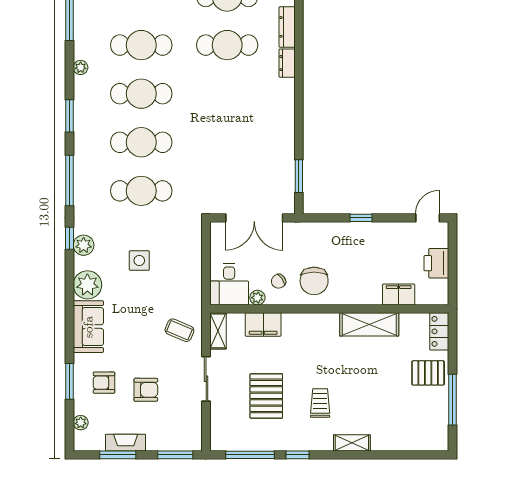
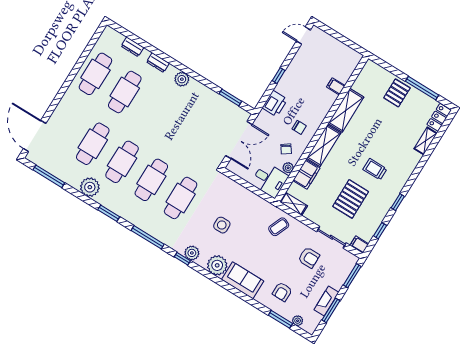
dresser: (287, 27) -> (132, 47), width x0.70
plant: (81, 67) -> (90, 187), width x1.88, depth x1.88
plant: (285, 104) -> (182, 79), added
door: (428, 218) -> (303, 36), hinge flipped
printer: (436, 263) -> (275, 104), moved, turned -90
chair: (314, 281) -> (299, 127), width x0.54, depth x0.54
filing cabinet: (399, 294) -> (336, 86), width x0.50
shelving: (310, 324) -> (324, 146), added
locker: (439, 331) -> (439, 117), moved, turned 90
sliding door: (206, 379) -> (331, 237), moved
window: (69, 381) -> (280, 319), moved
armchair: (146, 390) -> (309, 258), moved, turned 90
pallet: (266, 396) -> (351, 199), turned 90
filing cabinet: (218, 440) -> (359, 245), added
shelving: (352, 443) -> (426, 141), moved
window: (250, 455) -> (380, 231), width x0.46

